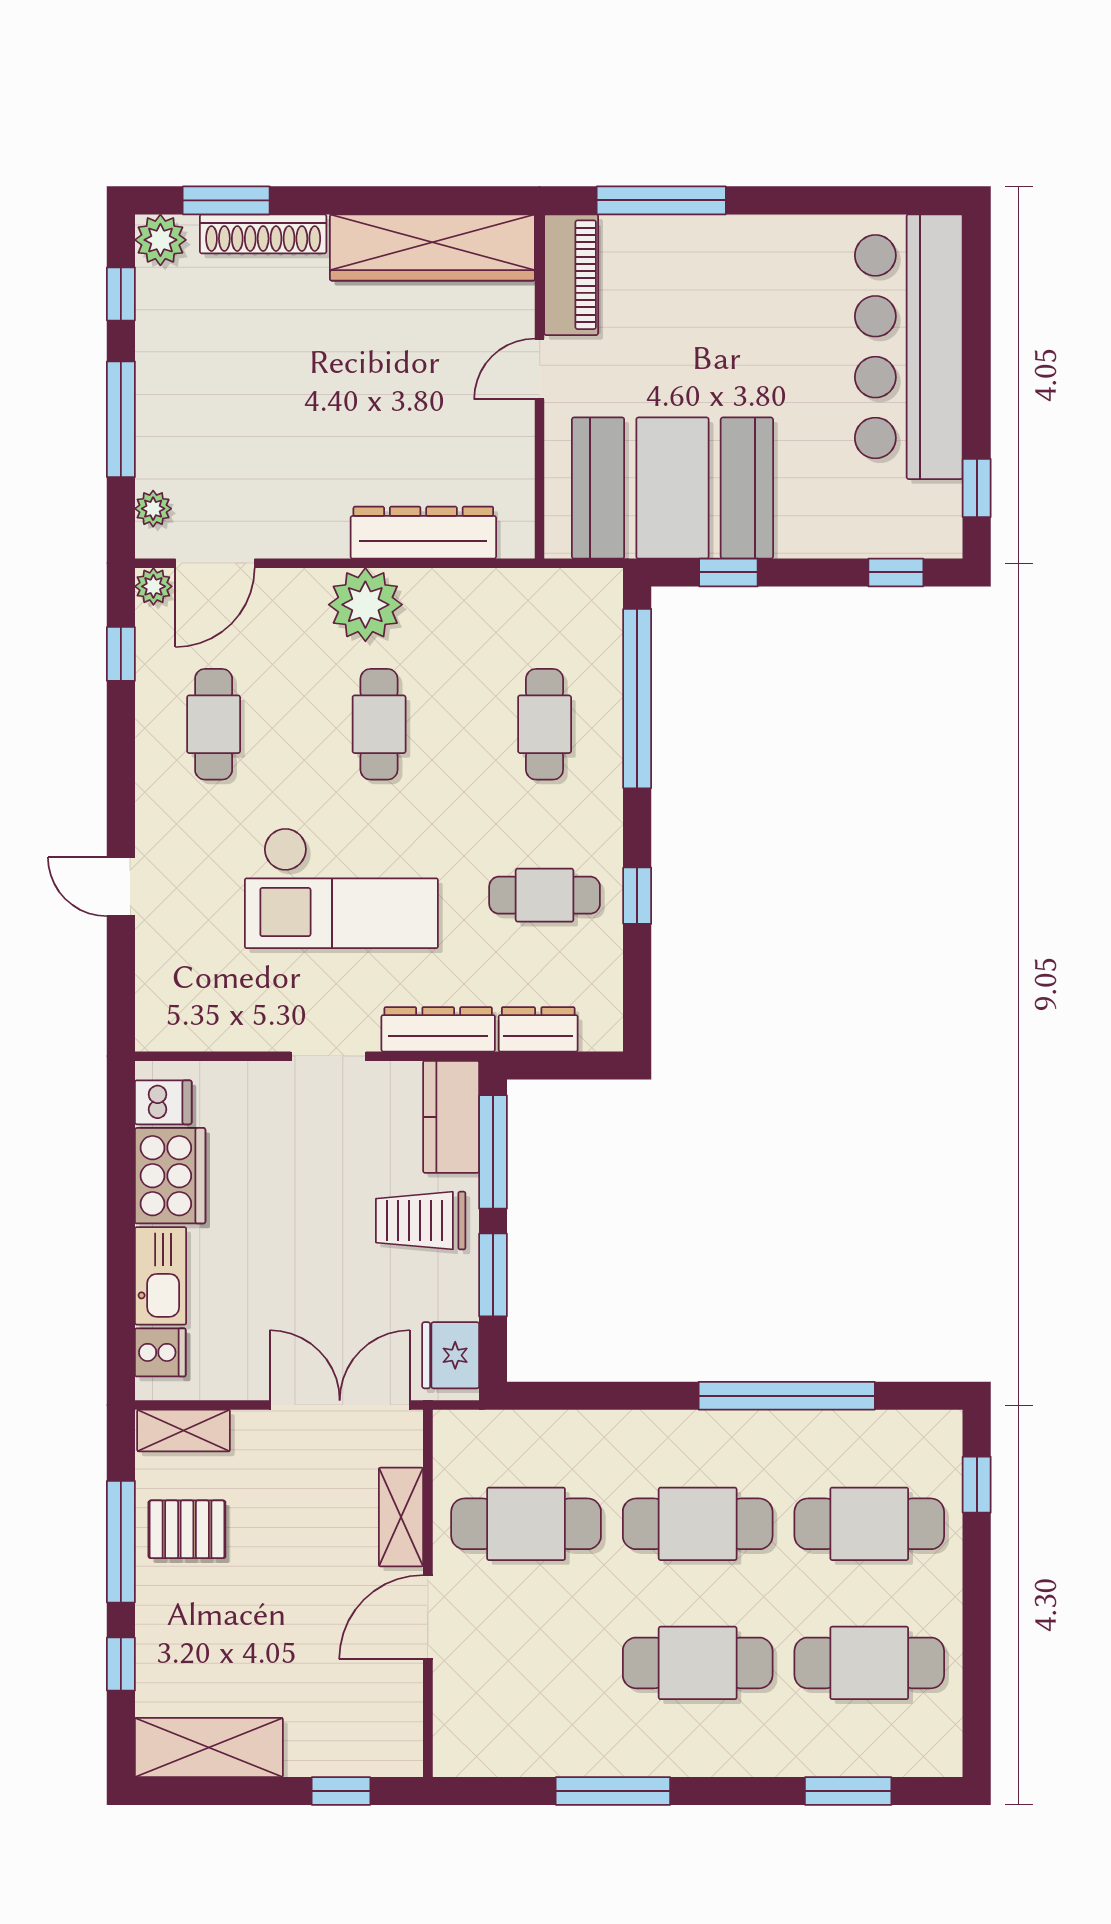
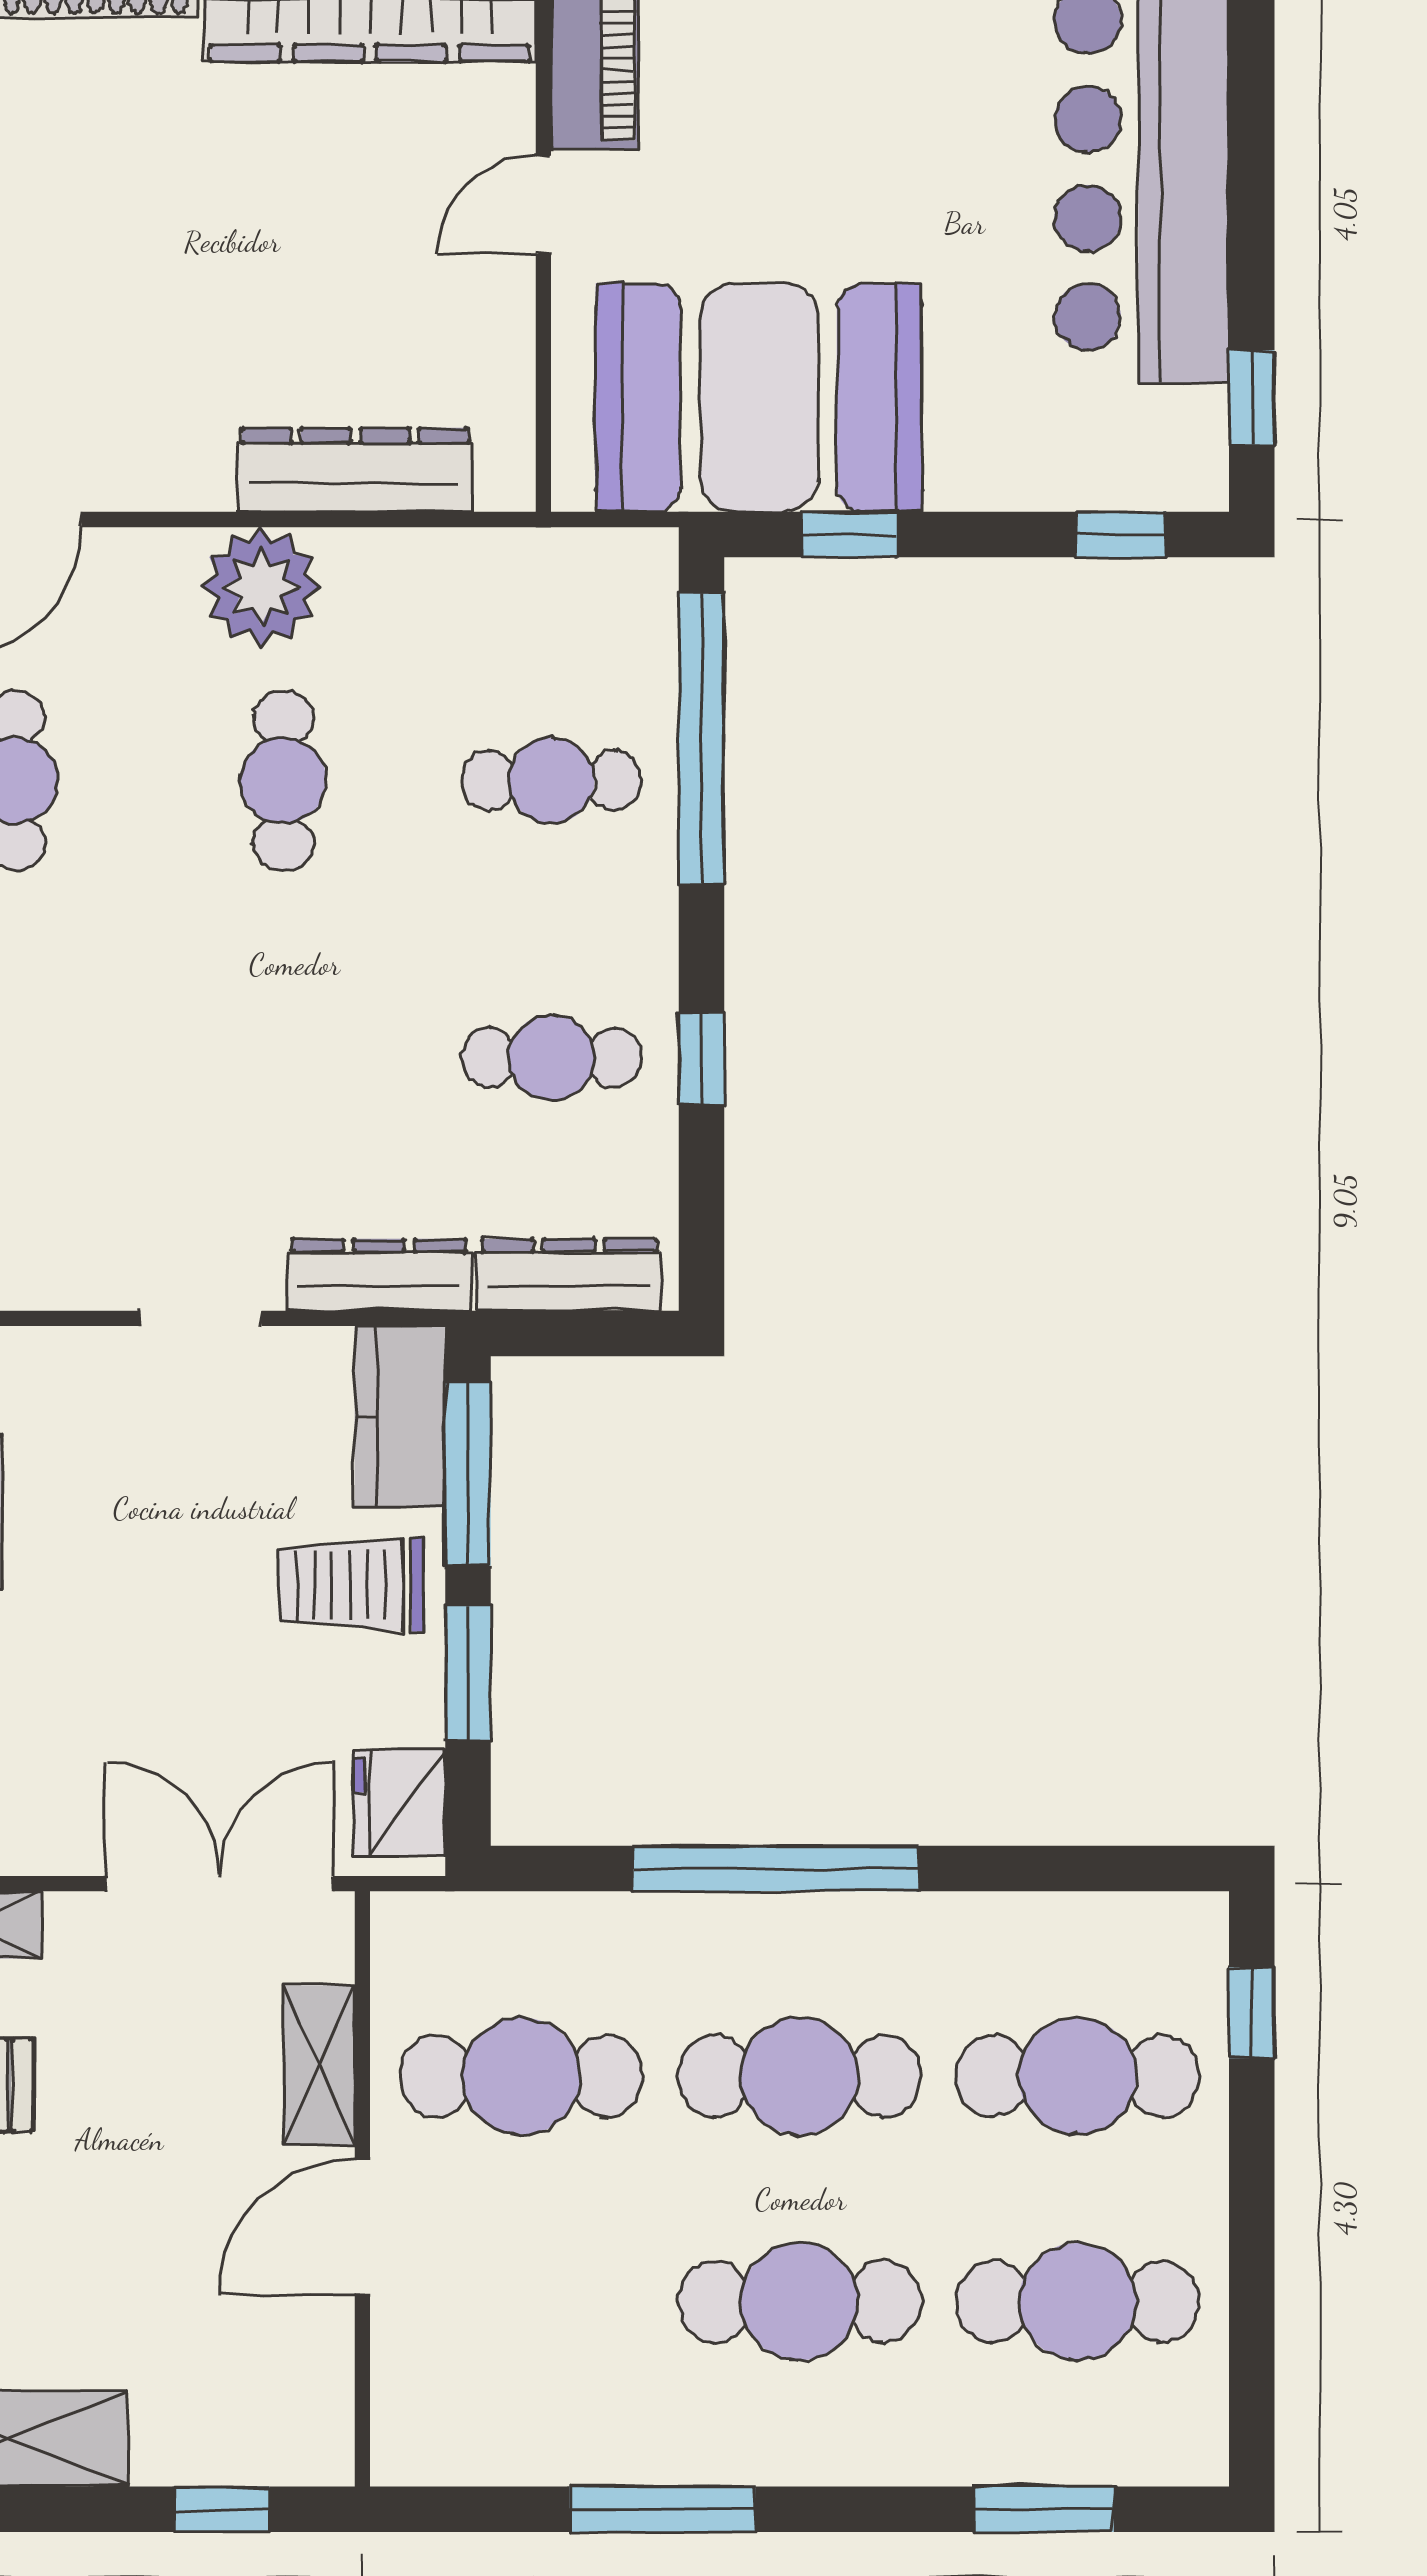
cafe table: (545, 724) -> (551, 781), turned 90
checkout: (341, 888) -> (222, 1046), removed
dresser: (538, 1029) -> (569, 1275), width x1.44
window: (787, 1396) -> (776, 1869), moved

